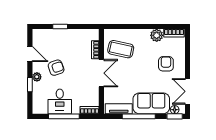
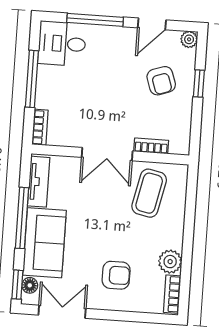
armchair: (56, 68) -> (161, 81), moved
plant: (37, 77) -> (189, 39), moved
window: (30, 85) -> (95, 20), width x2.17
desk: (60, 101) -> (62, 44), moved

